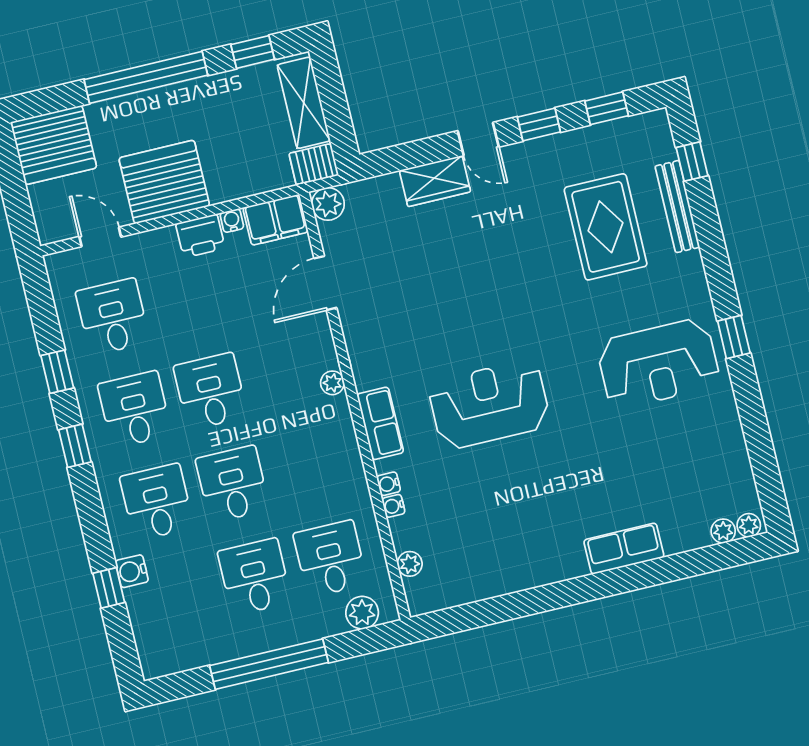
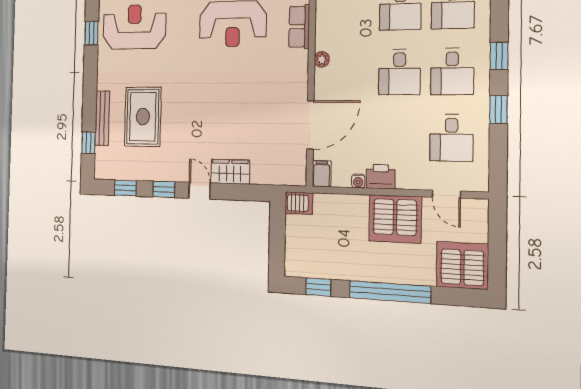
shelving: (304, 103) -> (295, 244), removed
plant: (328, 204) -> (296, 175), removed
filing cabinet: (276, 220) -> (322, 174), width x0.50
door: (325, 283) -> (310, 125), width x1.36

